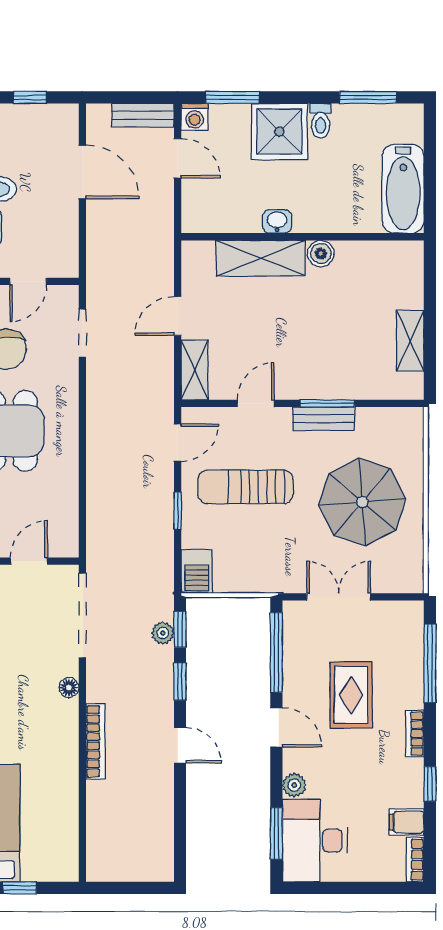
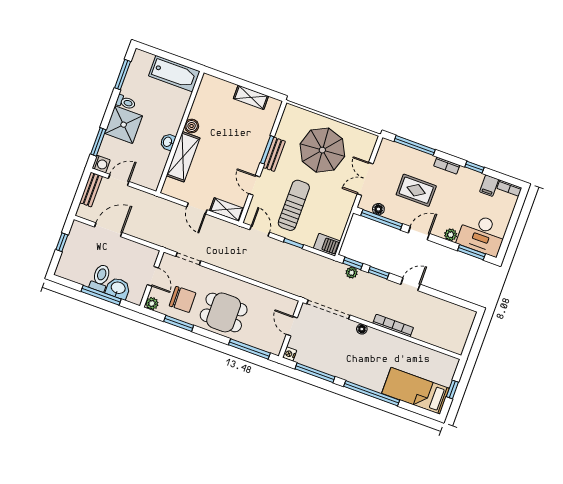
sun lounger: (245, 487) -> (294, 205), turned 180
floor lamp: (293, 640) -> (378, 209), added

